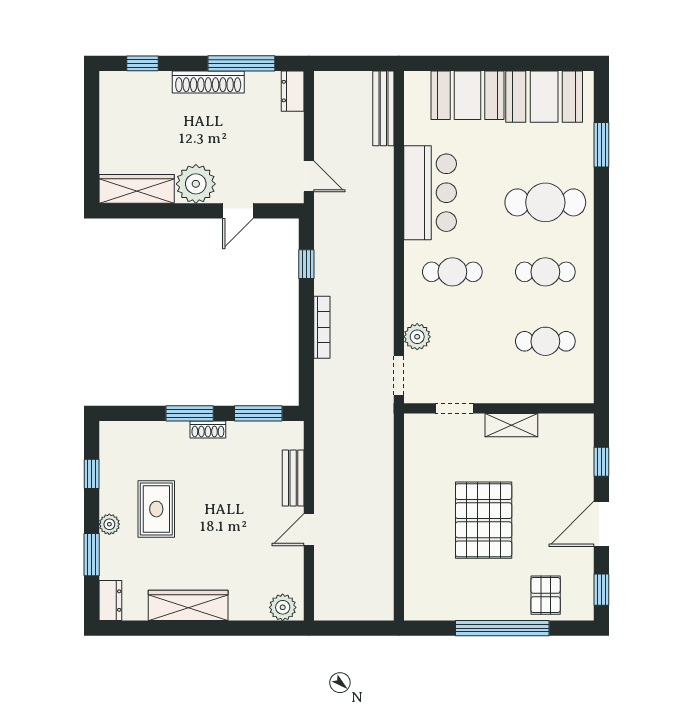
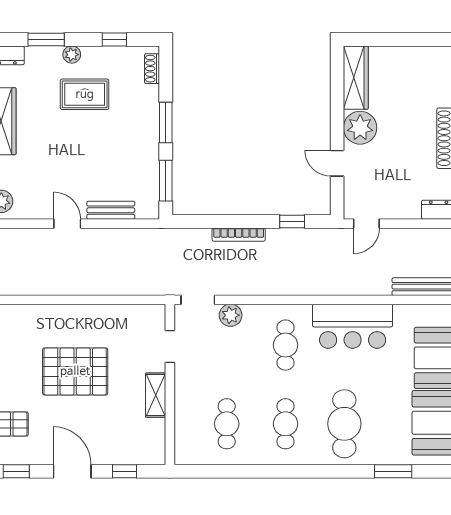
shoe rack: (208, 429) -> (152, 69), moved

